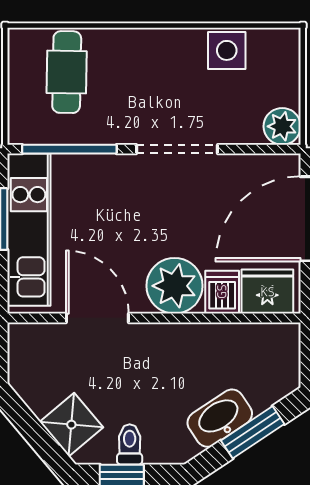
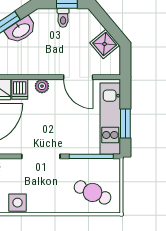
cafe table: (67, 72) -> (93, 192), turned -67
plant: (175, 286) -> (42, 86), width x0.53, depth x0.53
shower: (71, 425) -> (105, 44), moved

